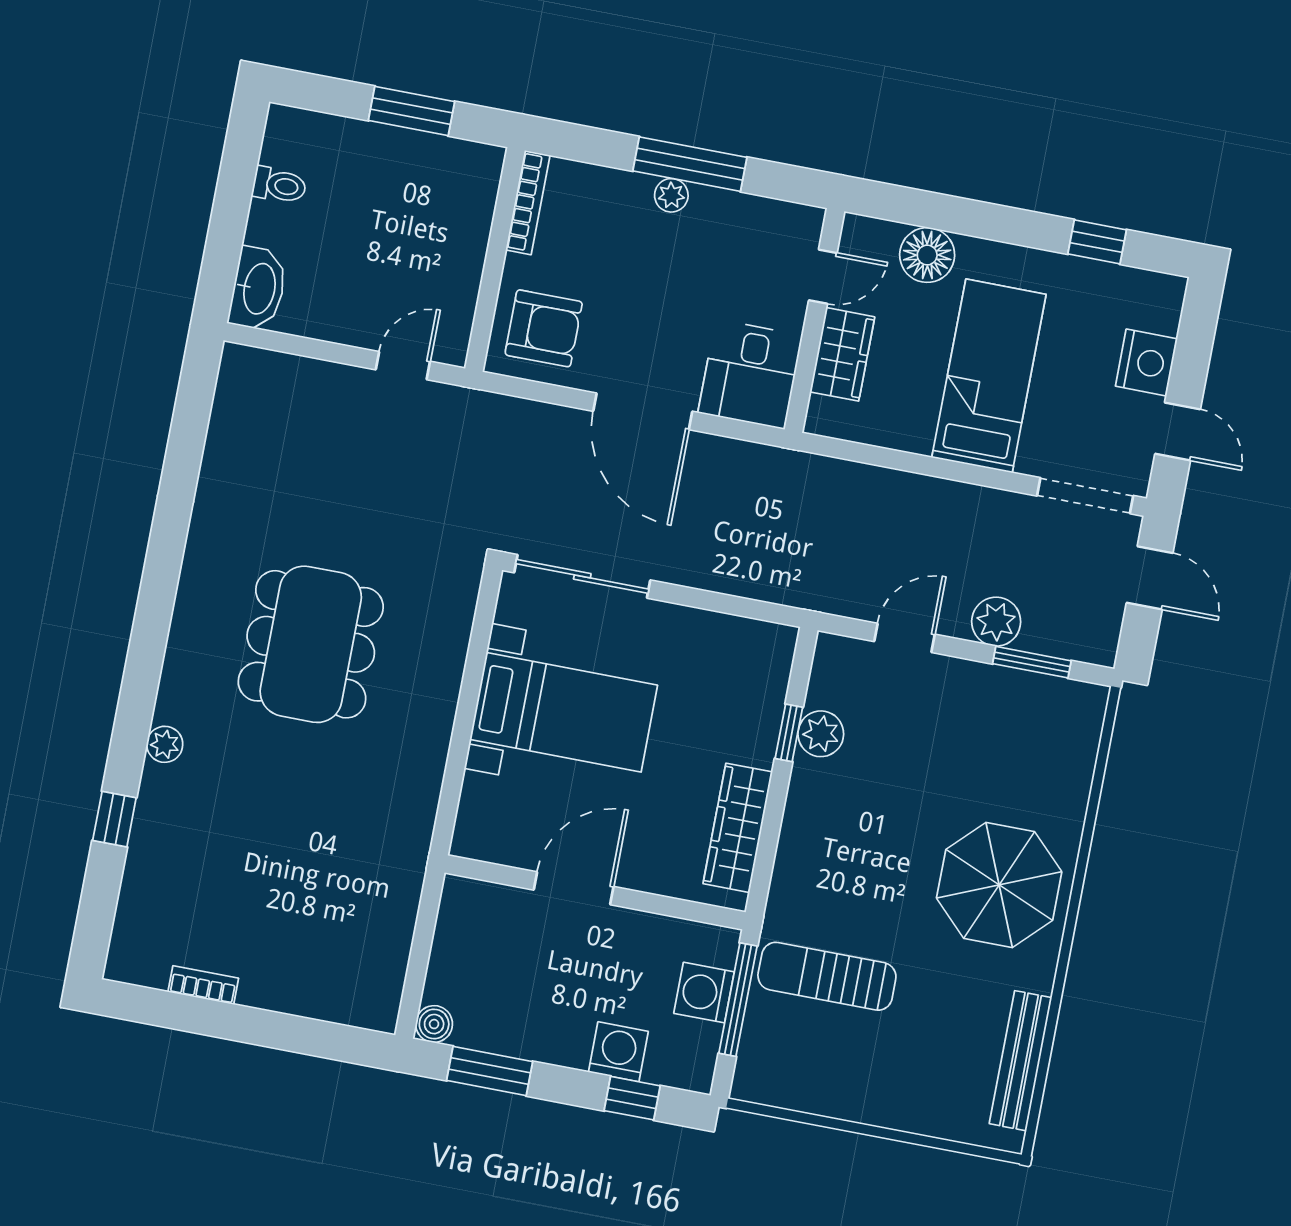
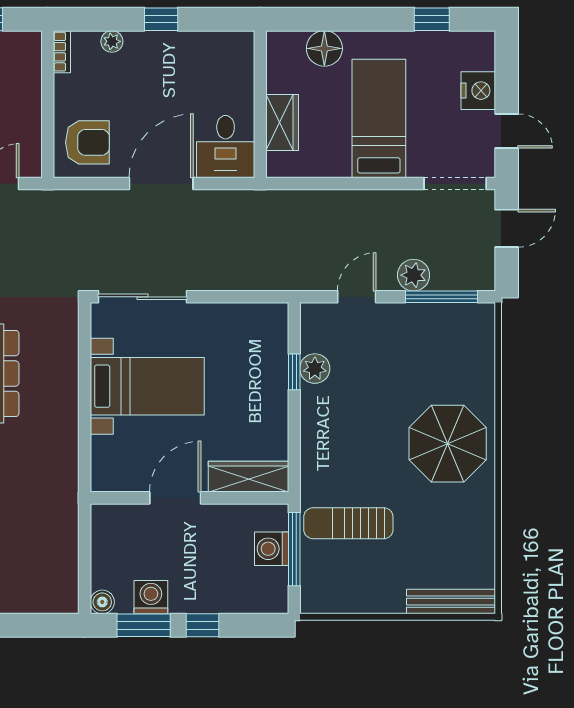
window: (690, 164) -> (161, 19), width x0.46
plant: (671, 195) -> (112, 41), moved
bookcase: (528, 203) -> (62, 52), width x0.64
door: (823, 277) -> (260, 75), removed
door: (643, 411) -> (161, 183), swing flipped
door: (1150, 578) -> (507, 228), hinge flipped
window: (1032, 662) -> (441, 297), width x1.44
wardrobe: (738, 828) -> (248, 477), moved, turned 90
washing machine: (618, 1052) -> (151, 597), moved
bench: (1021, 1061) -> (451, 602), moved, turned 90
window: (632, 1098) -> (203, 625), moved

